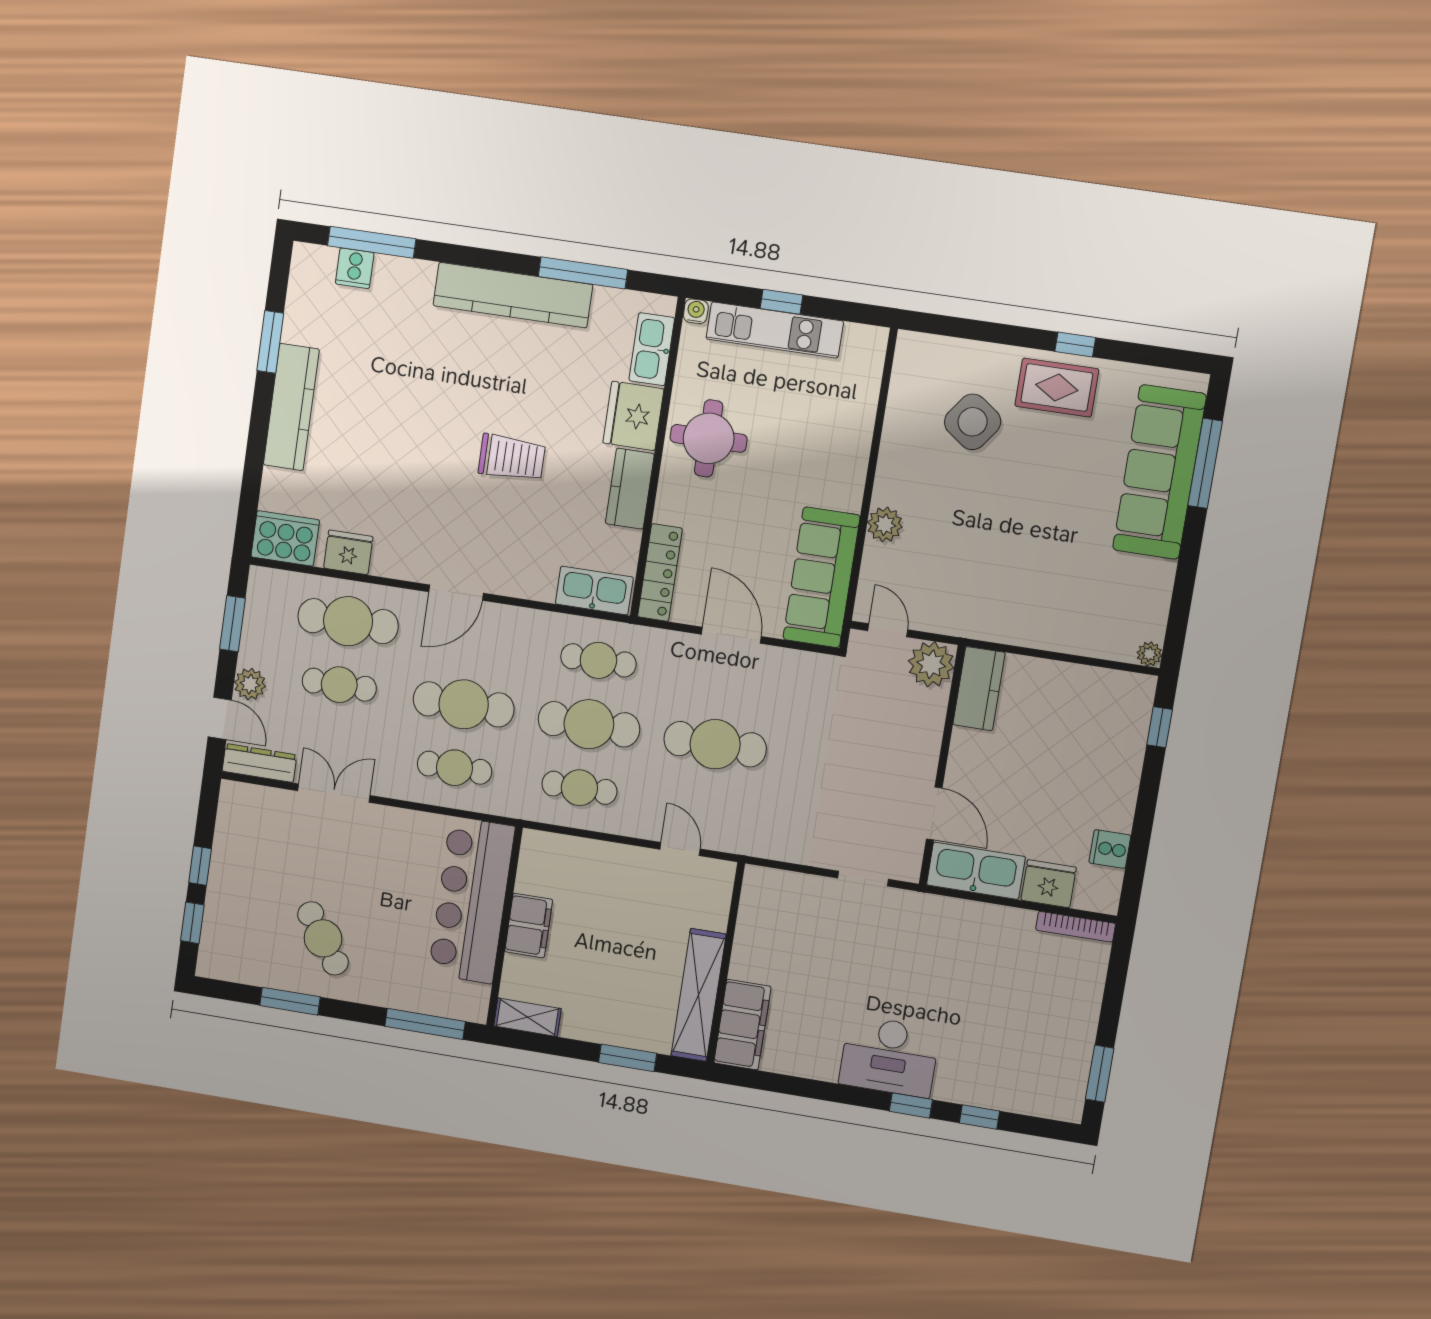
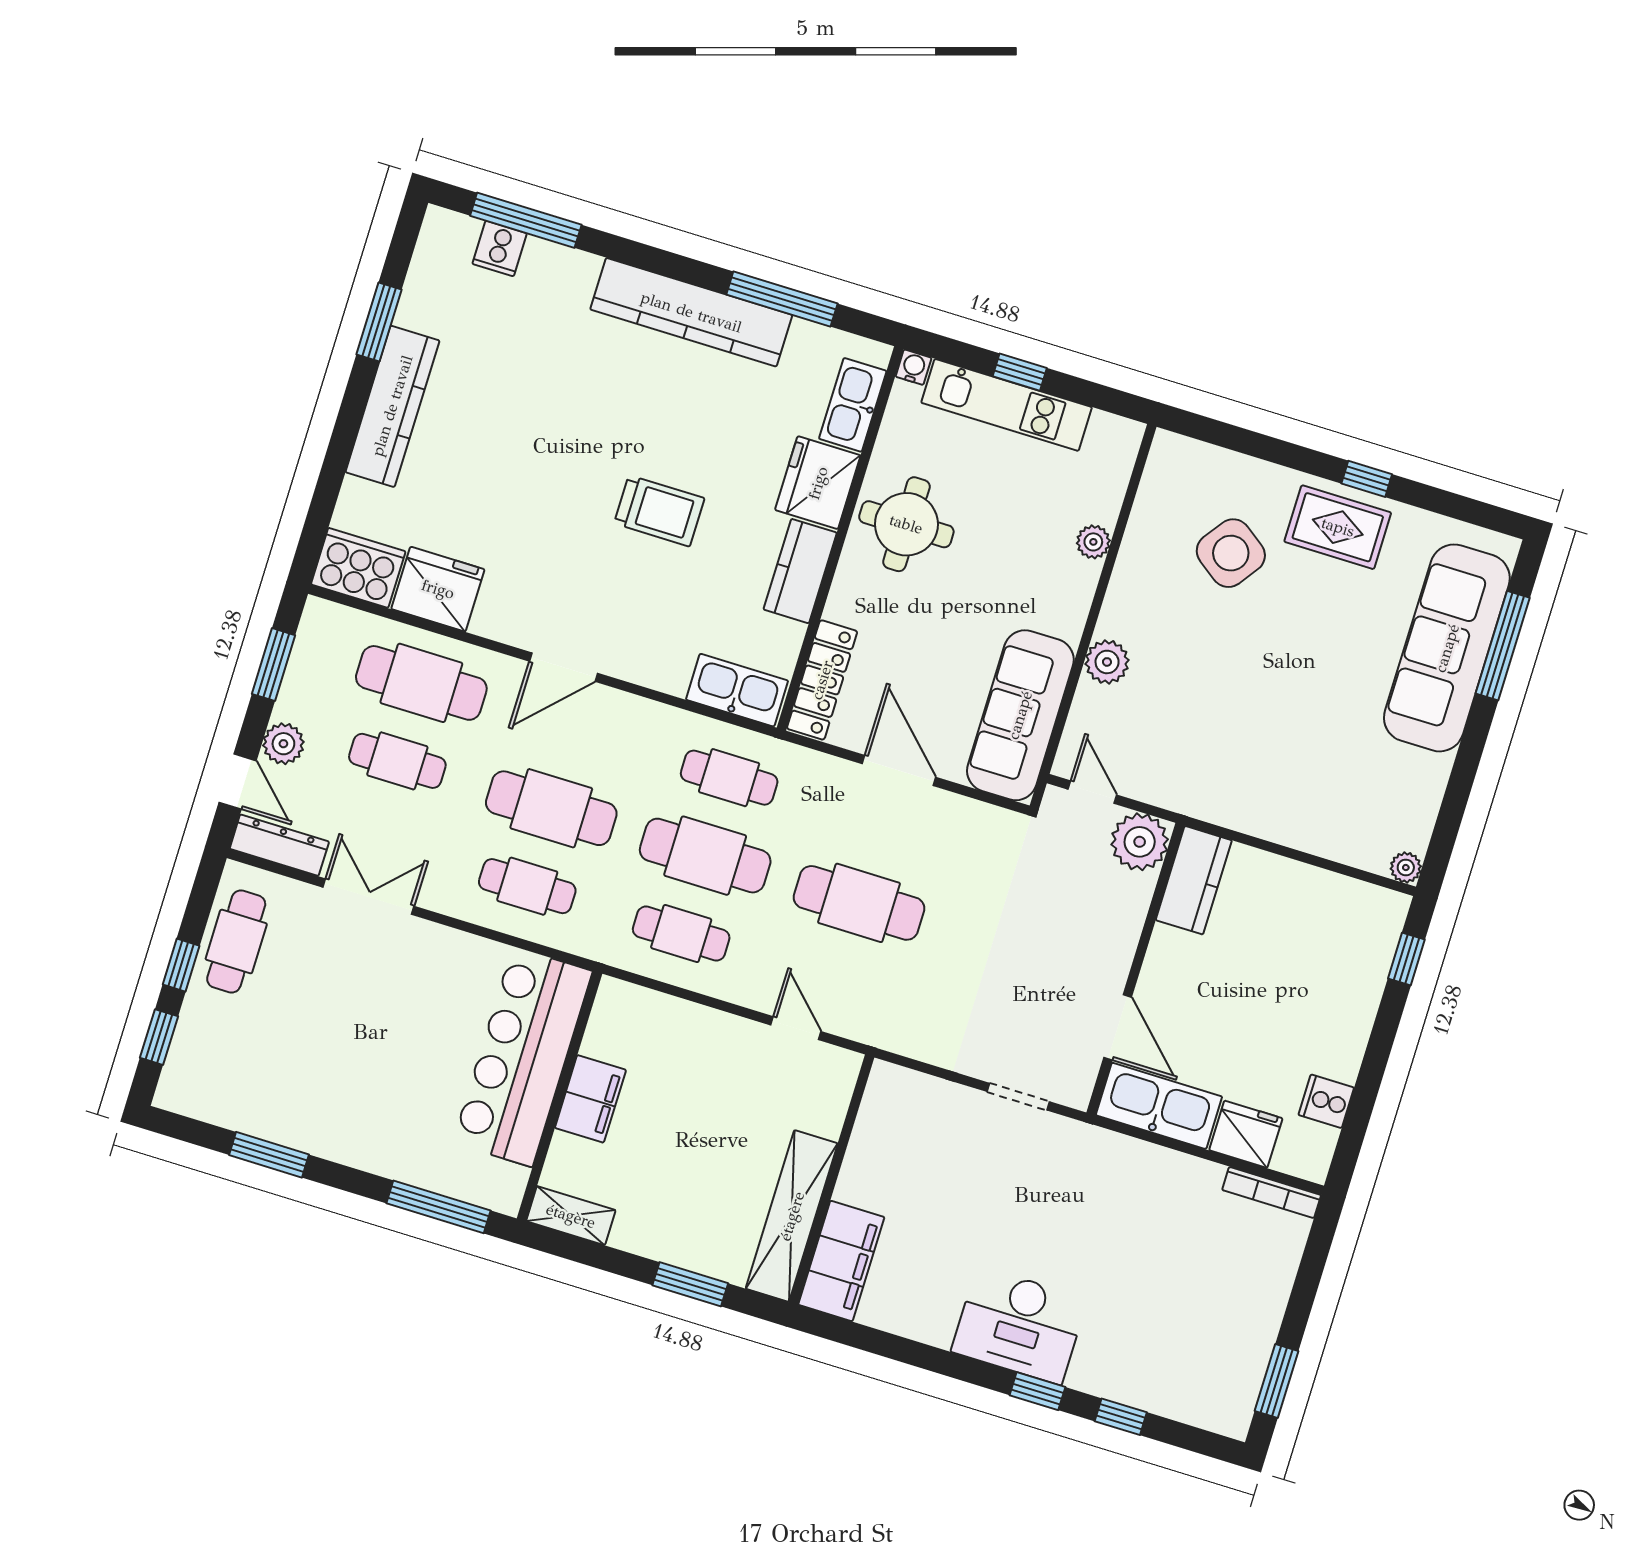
plant: (860, 430) -> (1093, 542), added
fridge: (348, 552) -> (438, 589), width x1.36, depth x1.34
cafe table: (323, 938) -> (236, 942), moved, turned 35

